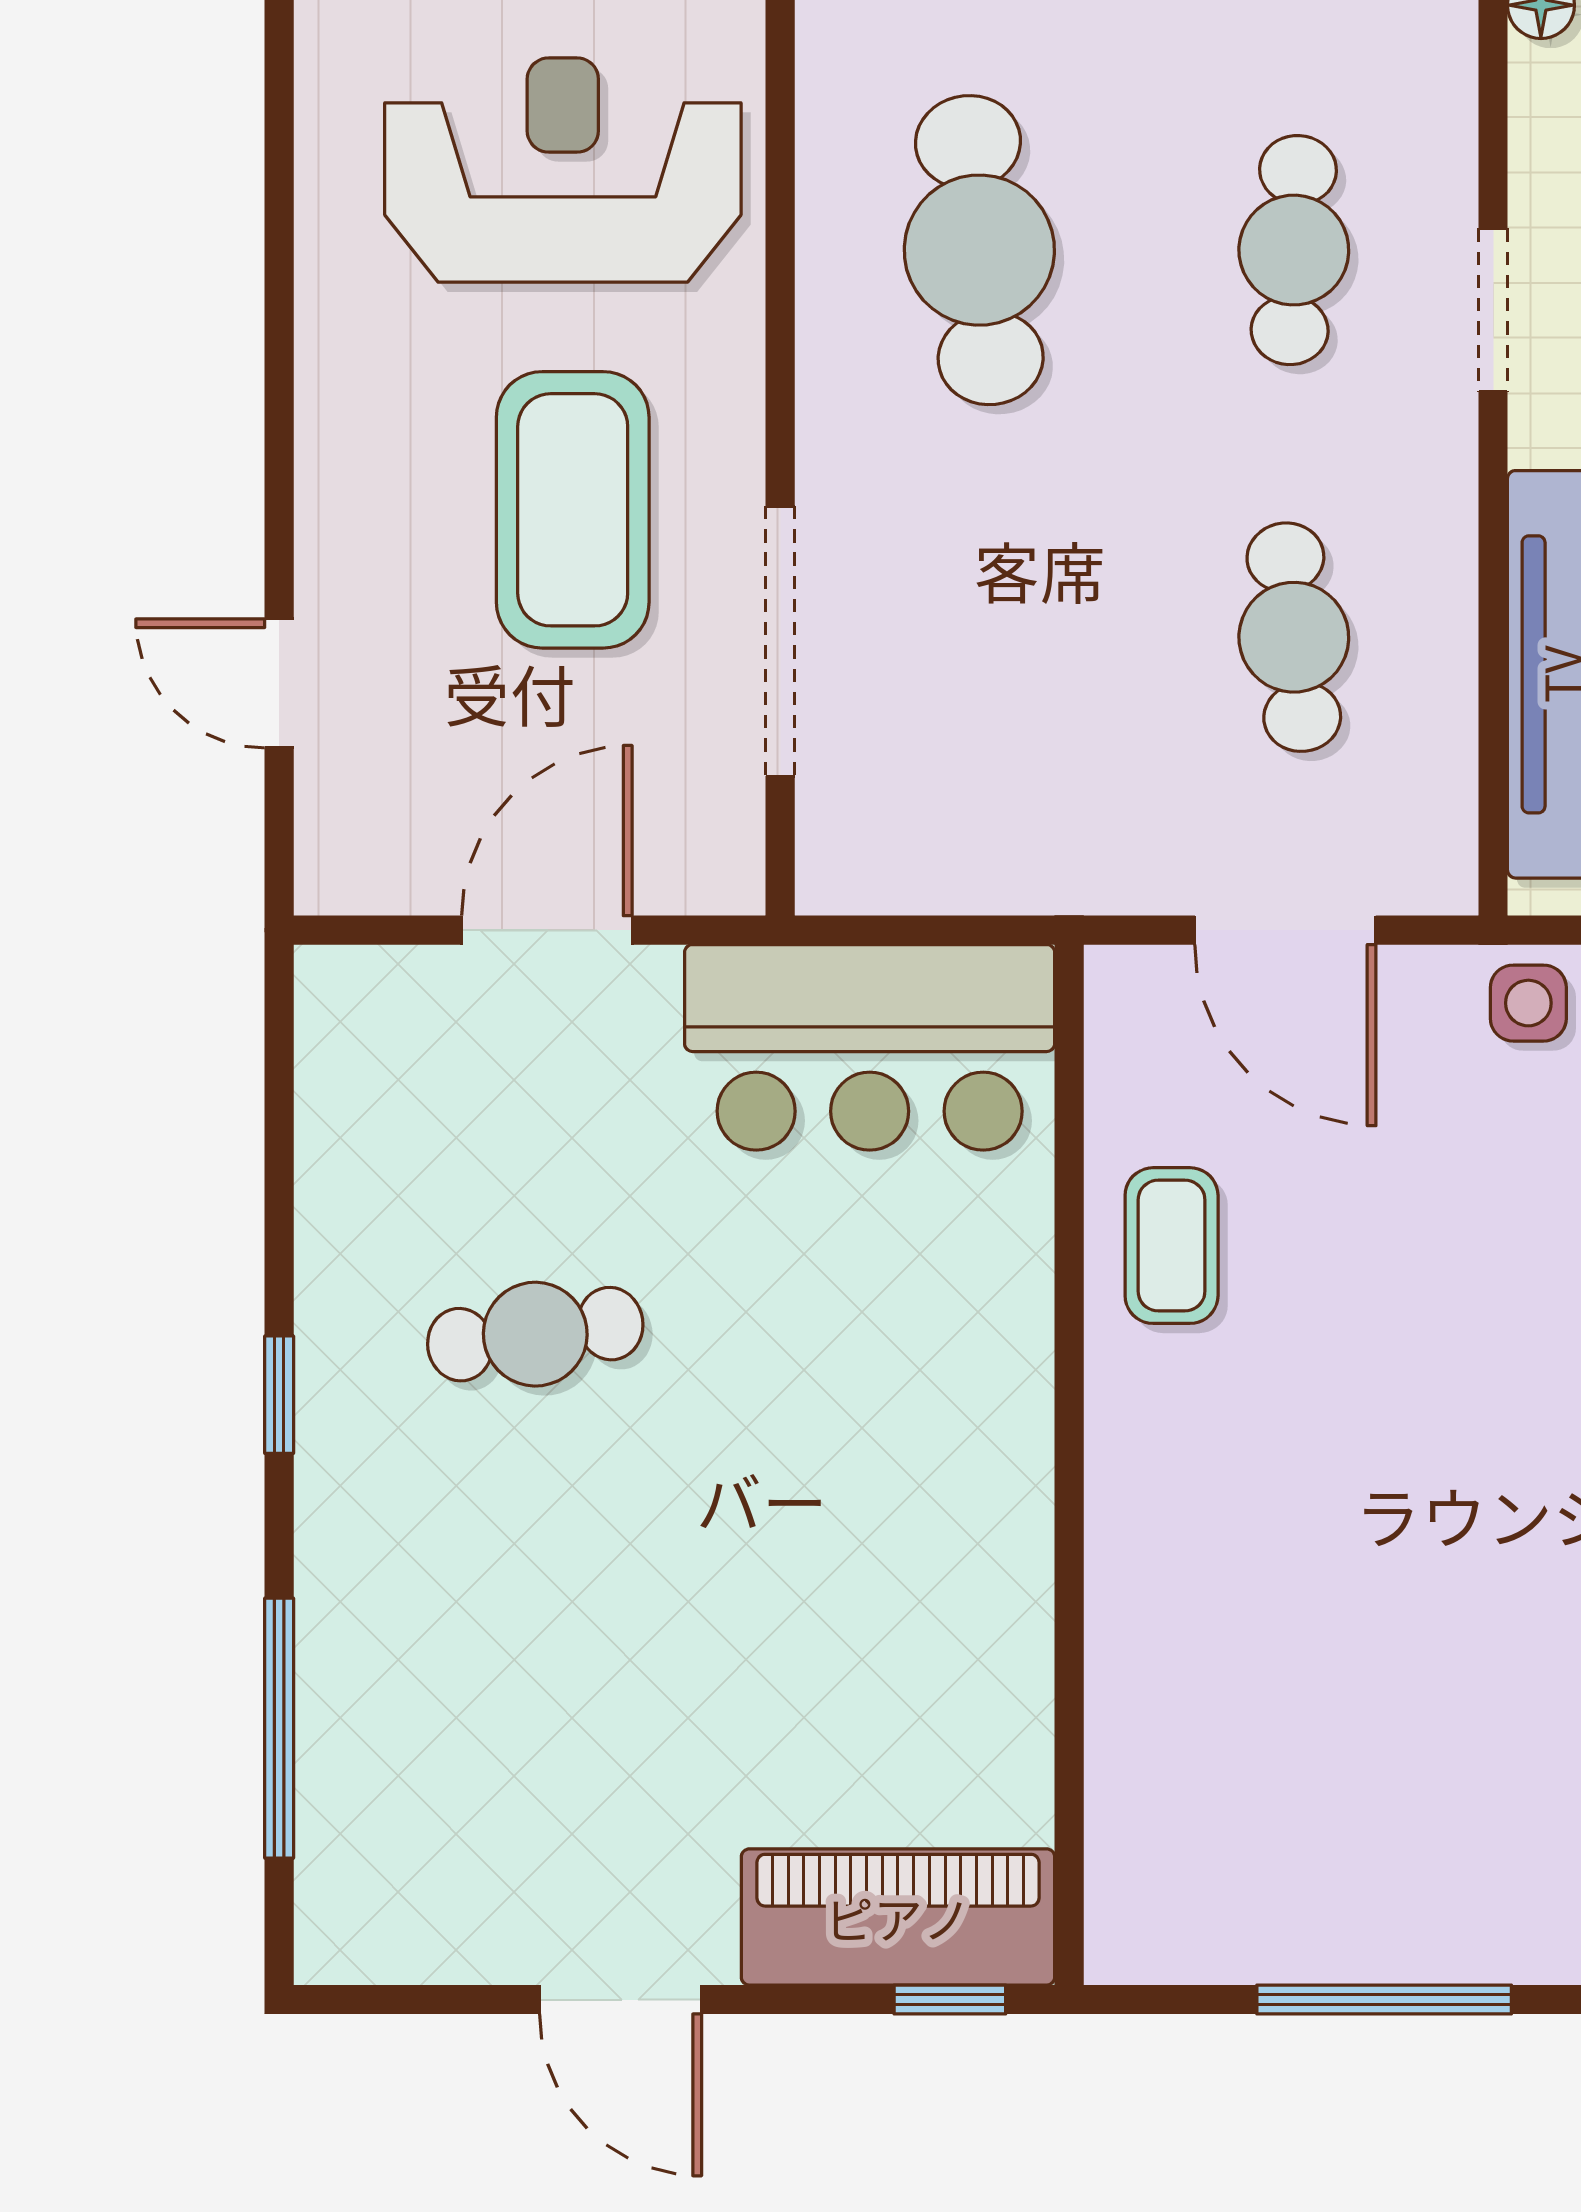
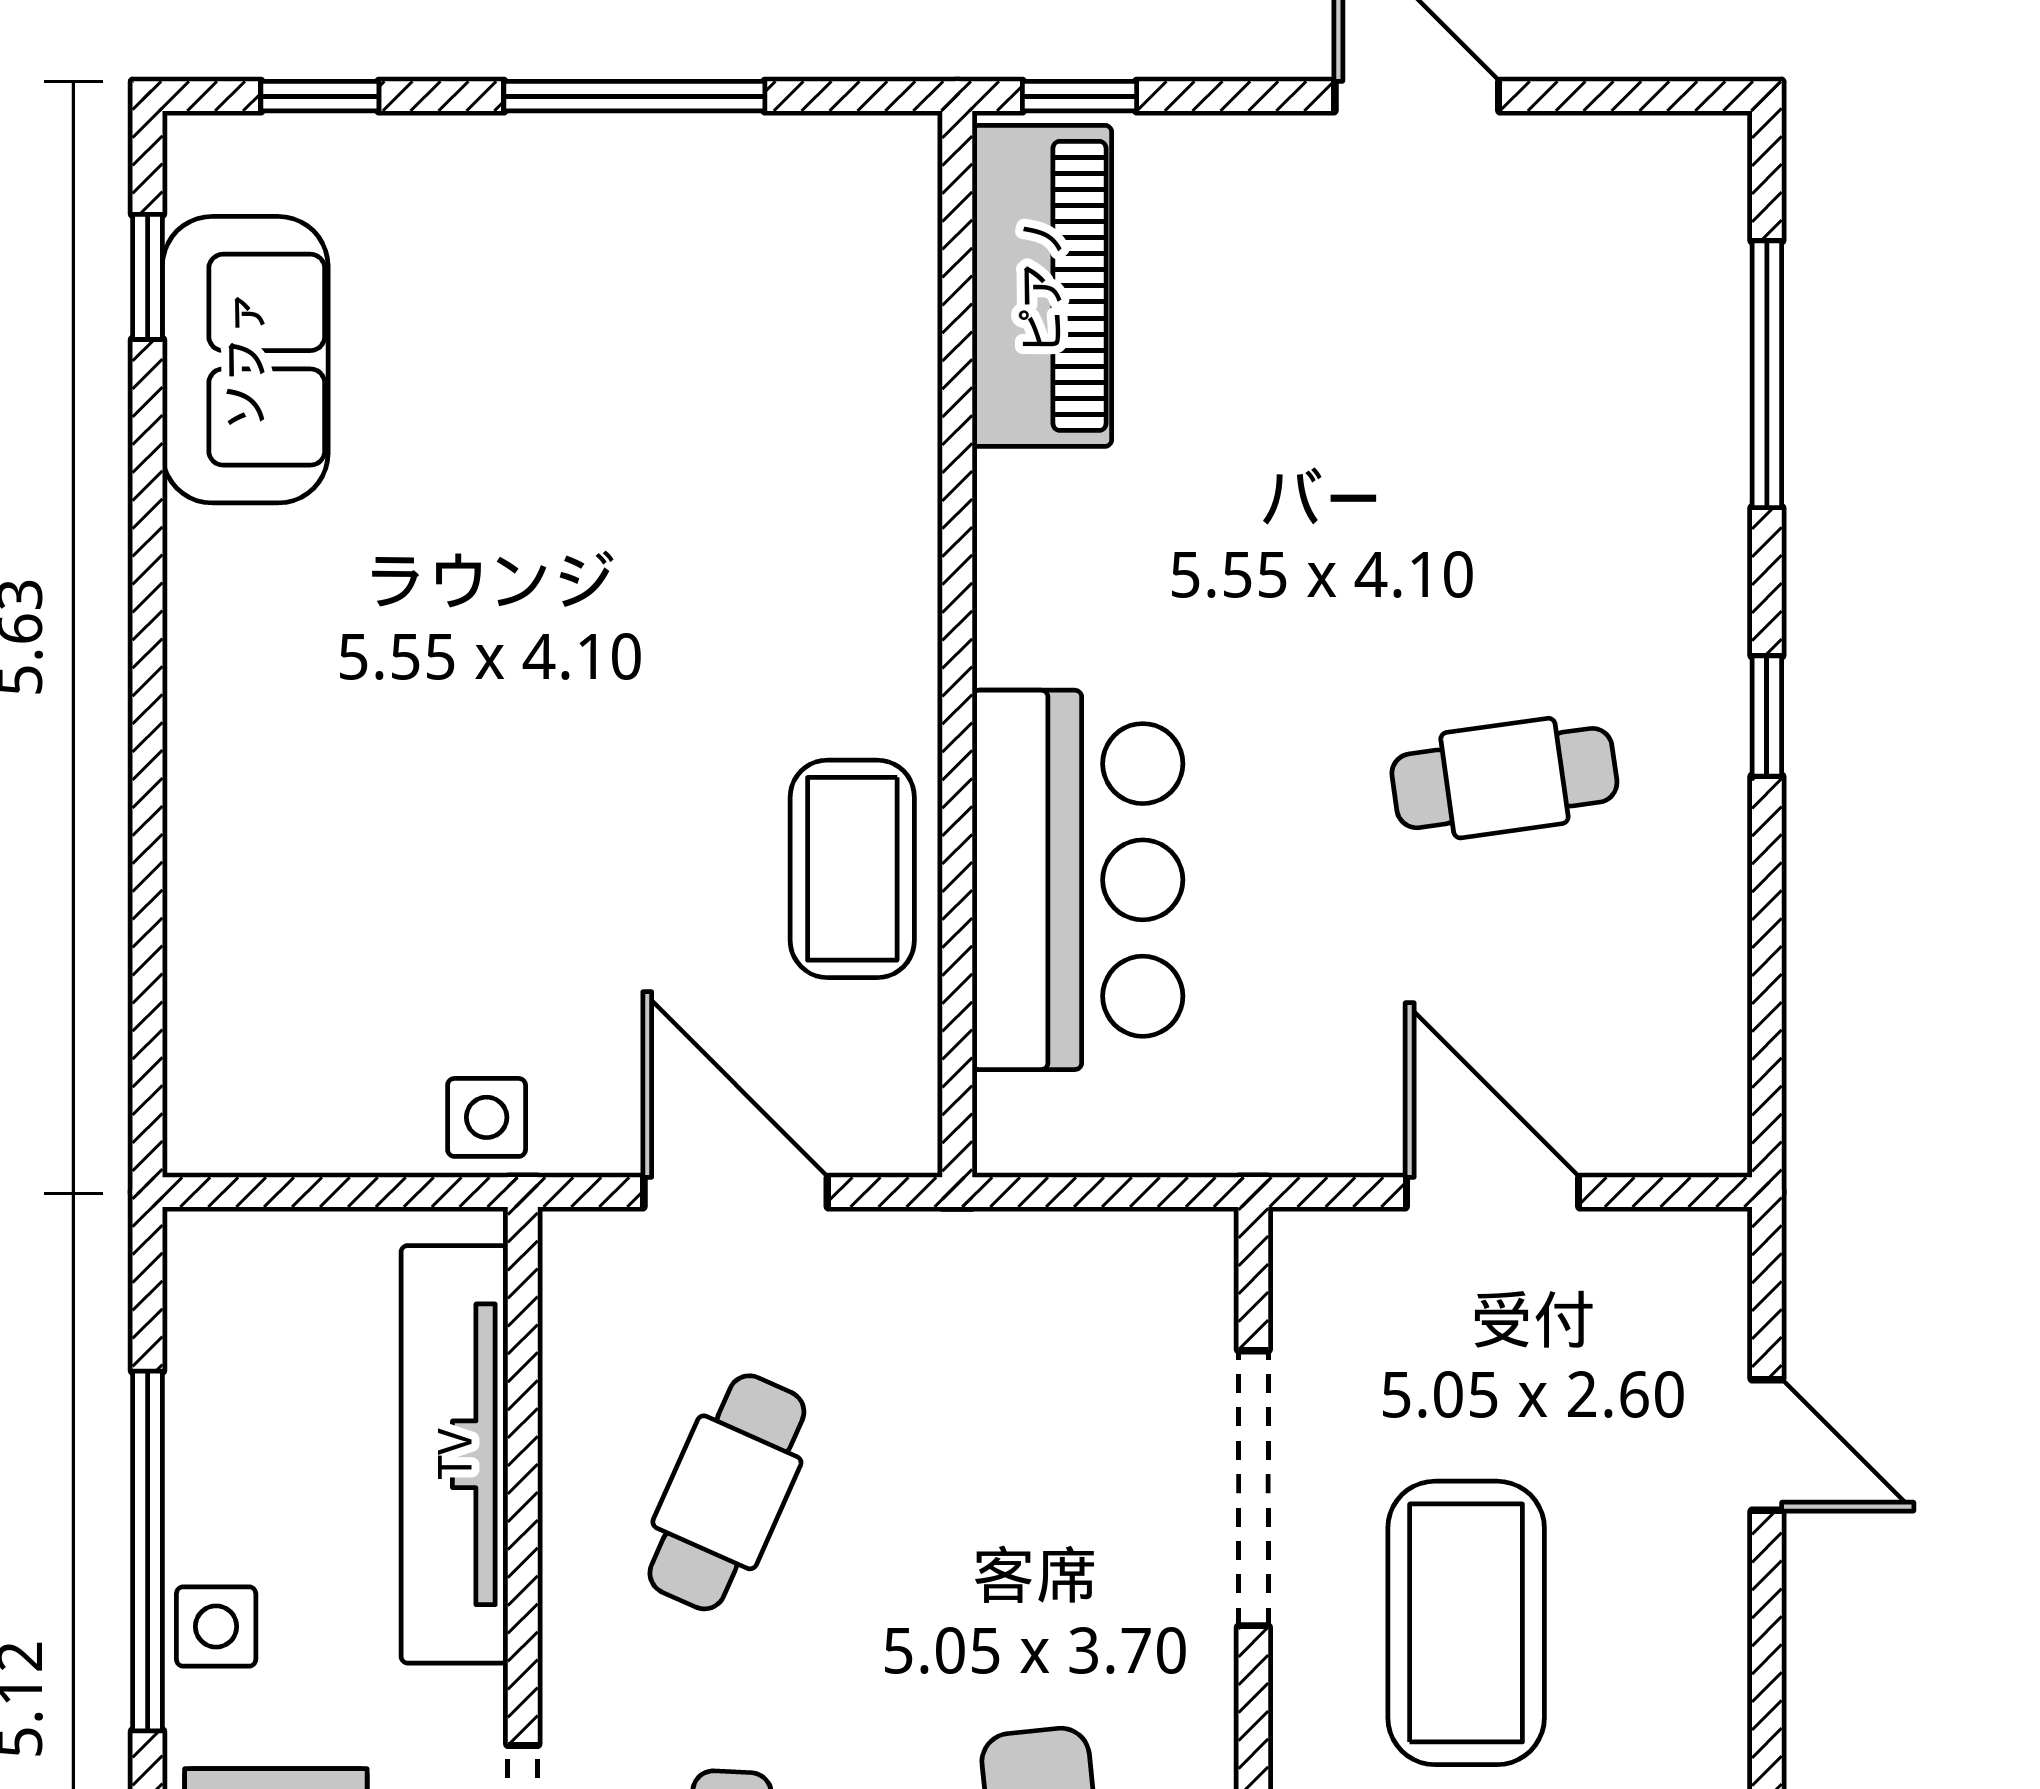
cafe table: (1294, 637) -> (727, 1492), turned 30
door: (547, 930) -> (1493, 1192), swing flipped
bar counter: (870, 1047) -> (1077, 880), moved, turned 90
coffee table: (1172, 1246) -> (852, 869), width x1.36, depth x1.30
piano: (898, 1917) -> (1042, 286), moved, turned -90

